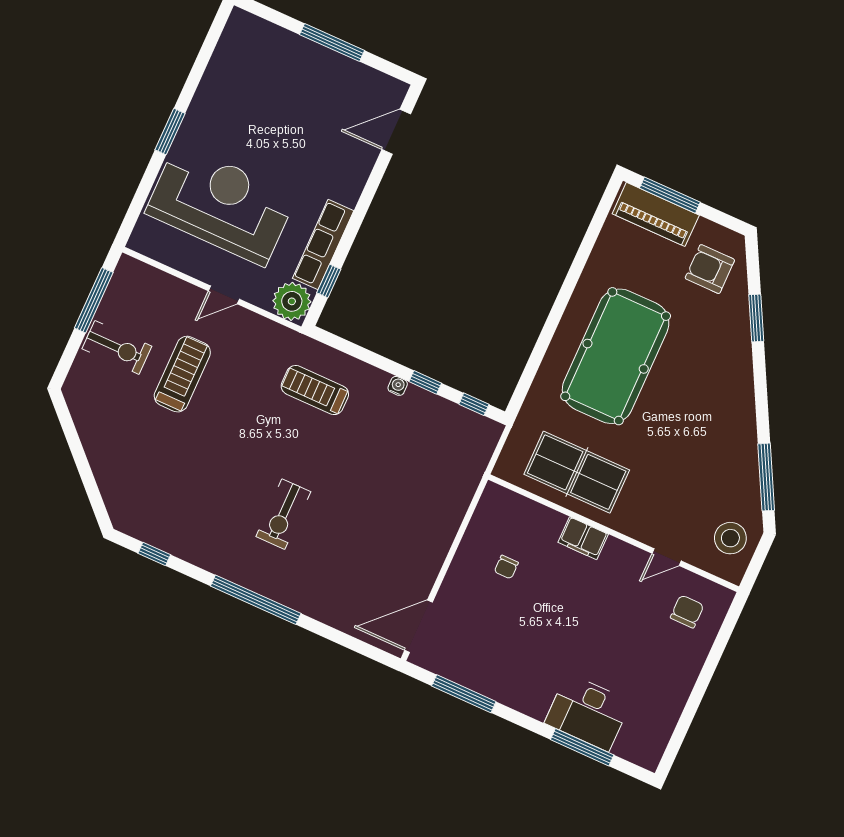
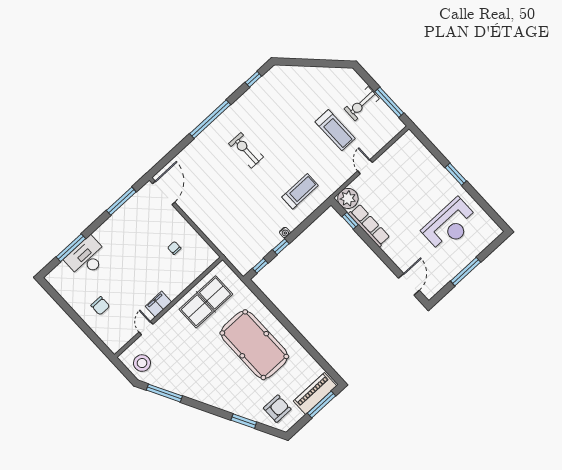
reception desk: (221, 204) -> (450, 225), moved, width x0.74, depth x0.77
filing cabinet: (583, 538) -> (158, 304), moved
chair: (687, 611) -> (100, 306), moved

